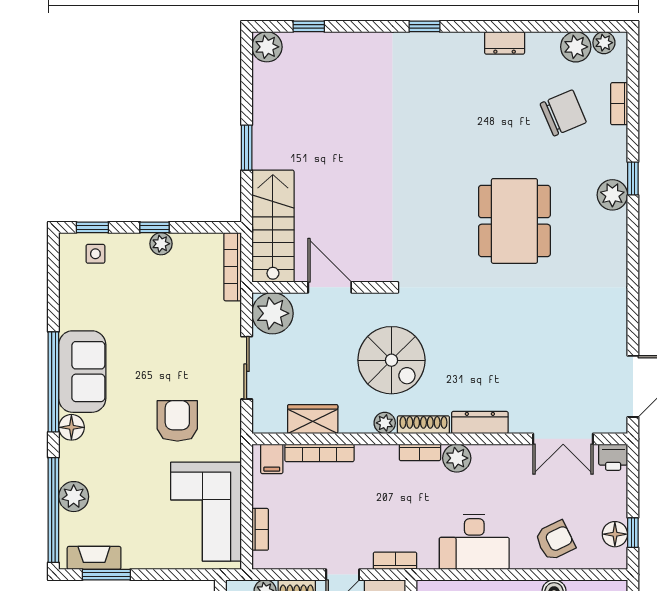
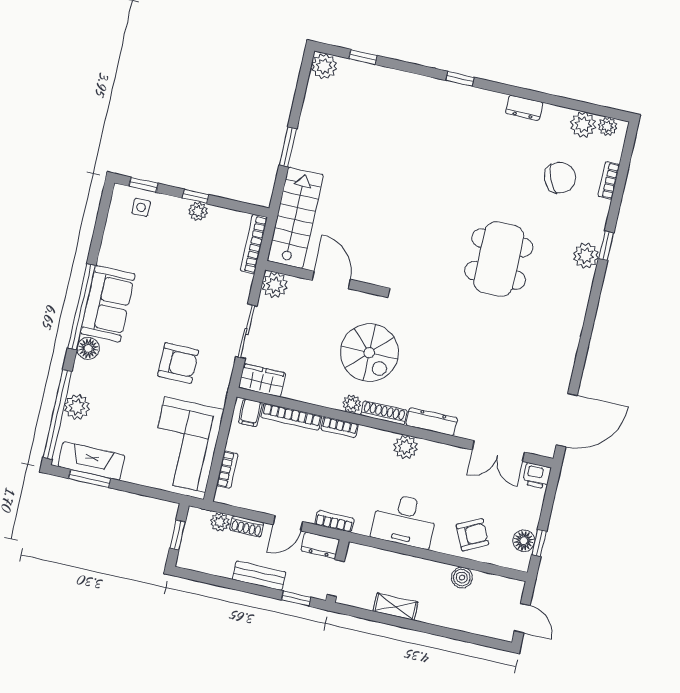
plant: (272, 313) -> (275, 285), width x0.73, depth x0.73
wardrobe: (313, 419) -> (262, 380), moved
armchair: (177, 421) -> (178, 363), turned 90
bookcase: (420, 452) -> (340, 427), moved
fireplace: (94, 558) -> (91, 461), width x1.37, depth x1.32

